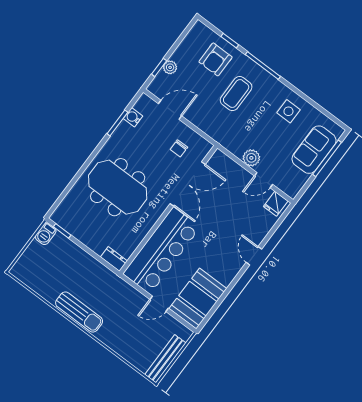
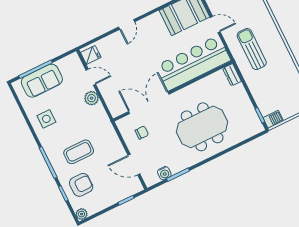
plant: (170, 67) -> (82, 214), moved
meeting table: (118, 187) -> (202, 127), turned 90
sun lounger: (79, 312) -> (252, 49), moved

